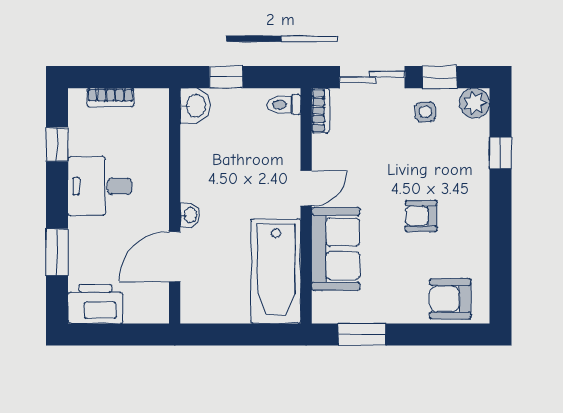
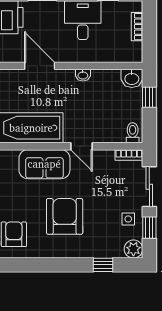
washbasin: (190, 215) -> (83, 75), moved
armchair: (421, 216) -> (65, 216), width x1.88, depth x1.88

